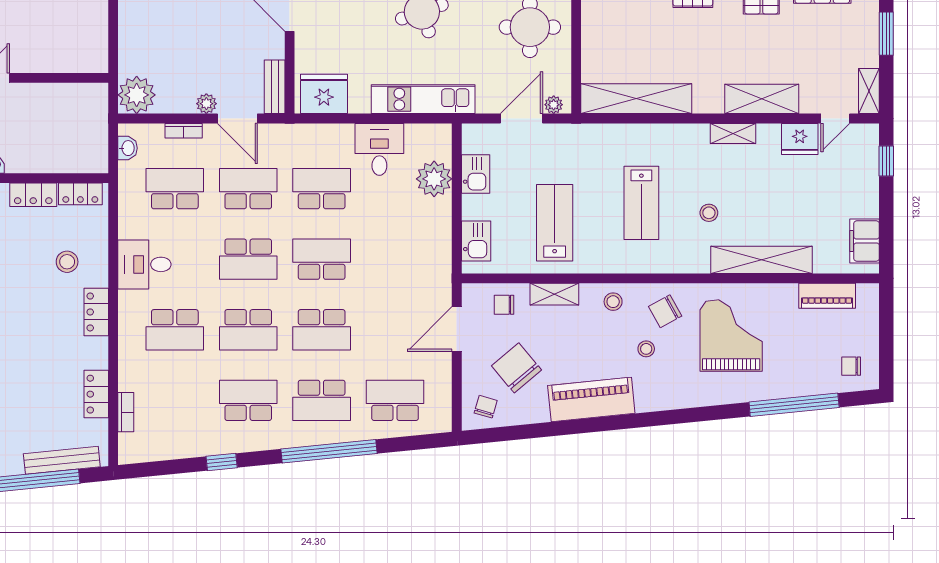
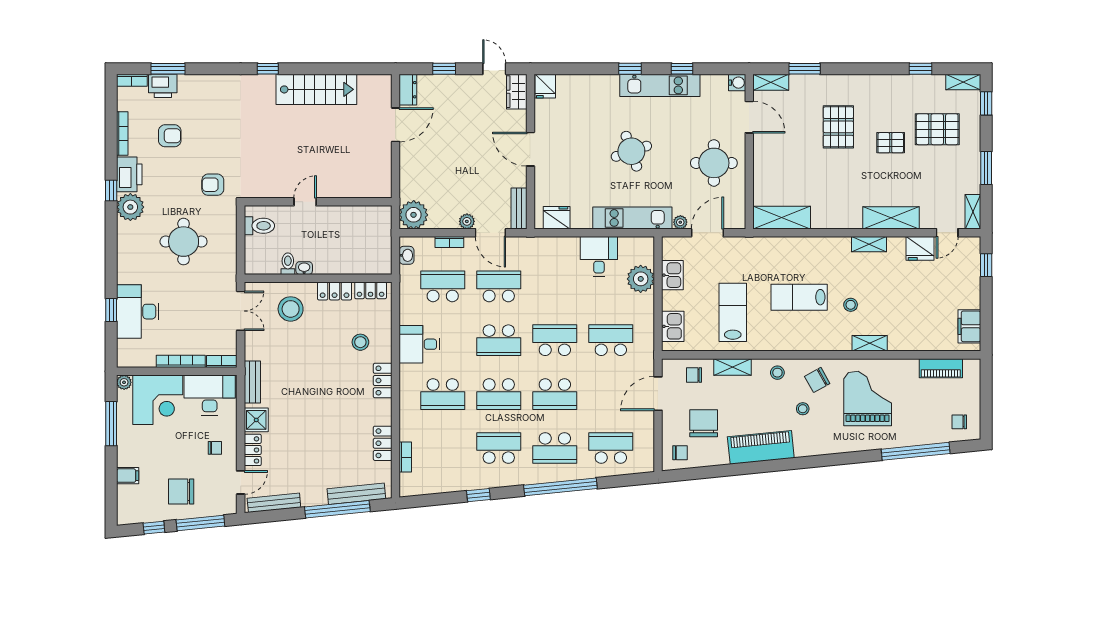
fridge: (324, 94) -> (557, 218), width x0.73, depth x0.75
shelving: (636, 99) -> (782, 218), width x0.68
plant: (554, 105) -> (680, 222), moved
school desk: (322, 189) -> (611, 340), moved
lab bench: (641, 203) -> (799, 297), turned 90
shelving: (761, 260) -> (870, 343), width x0.45, depth x0.75
chair: (516, 368) -> (704, 423), turned 40
chair: (486, 407) -> (680, 453), turned 74

